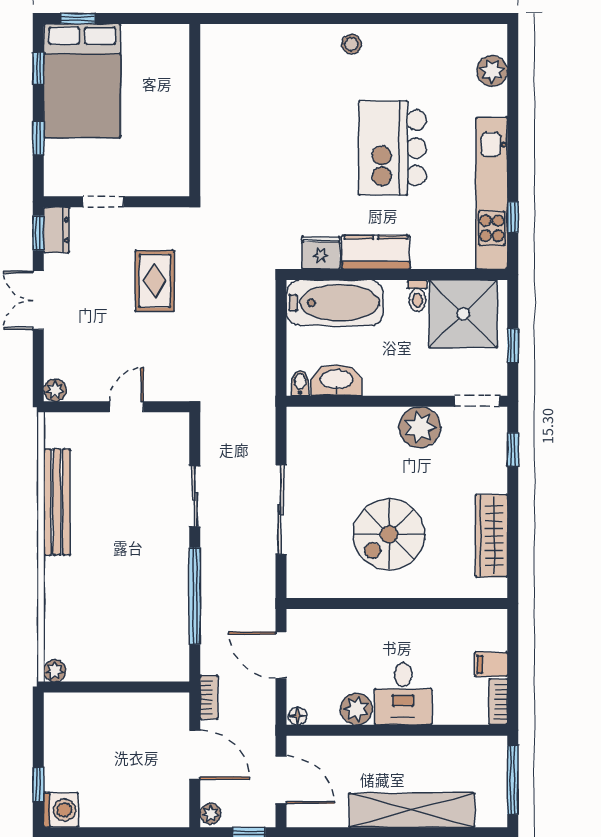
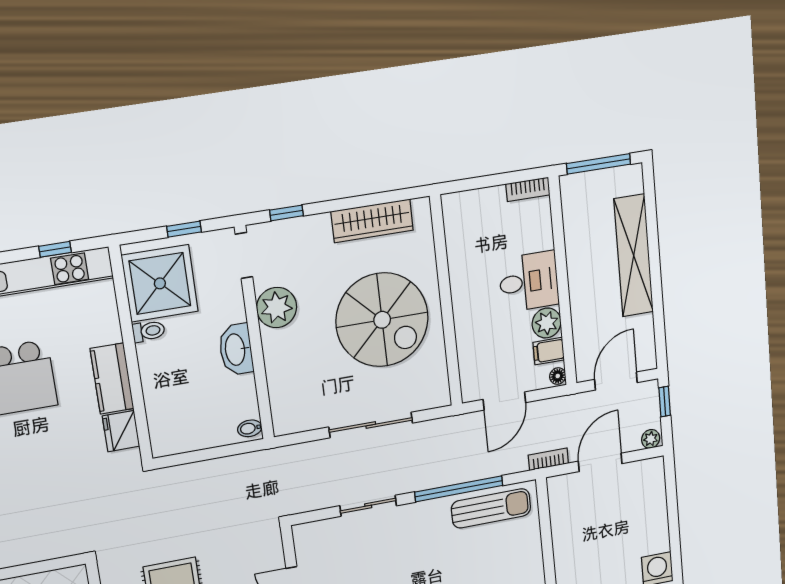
bathtub: (335, 303) -> (168, 409), removed
washbasin: (336, 380) -> (236, 349), moved
spiral stairs: (389, 534) -> (382, 320), width x1.37, depth x1.37
sun lounger: (166, 629) -> (491, 508), added
filing cabinet: (491, 664) -> (549, 351), moved, turned 90

